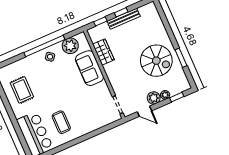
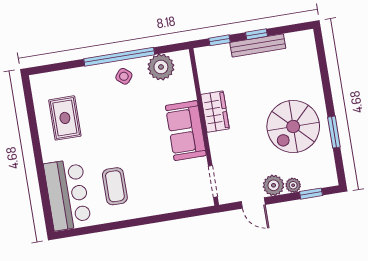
wardrobe: (103, 52) -> (215, 112), moved
spiral stairs: (156, 61) -> (293, 126), turned 90
sofa: (89, 68) -> (186, 131), moved

